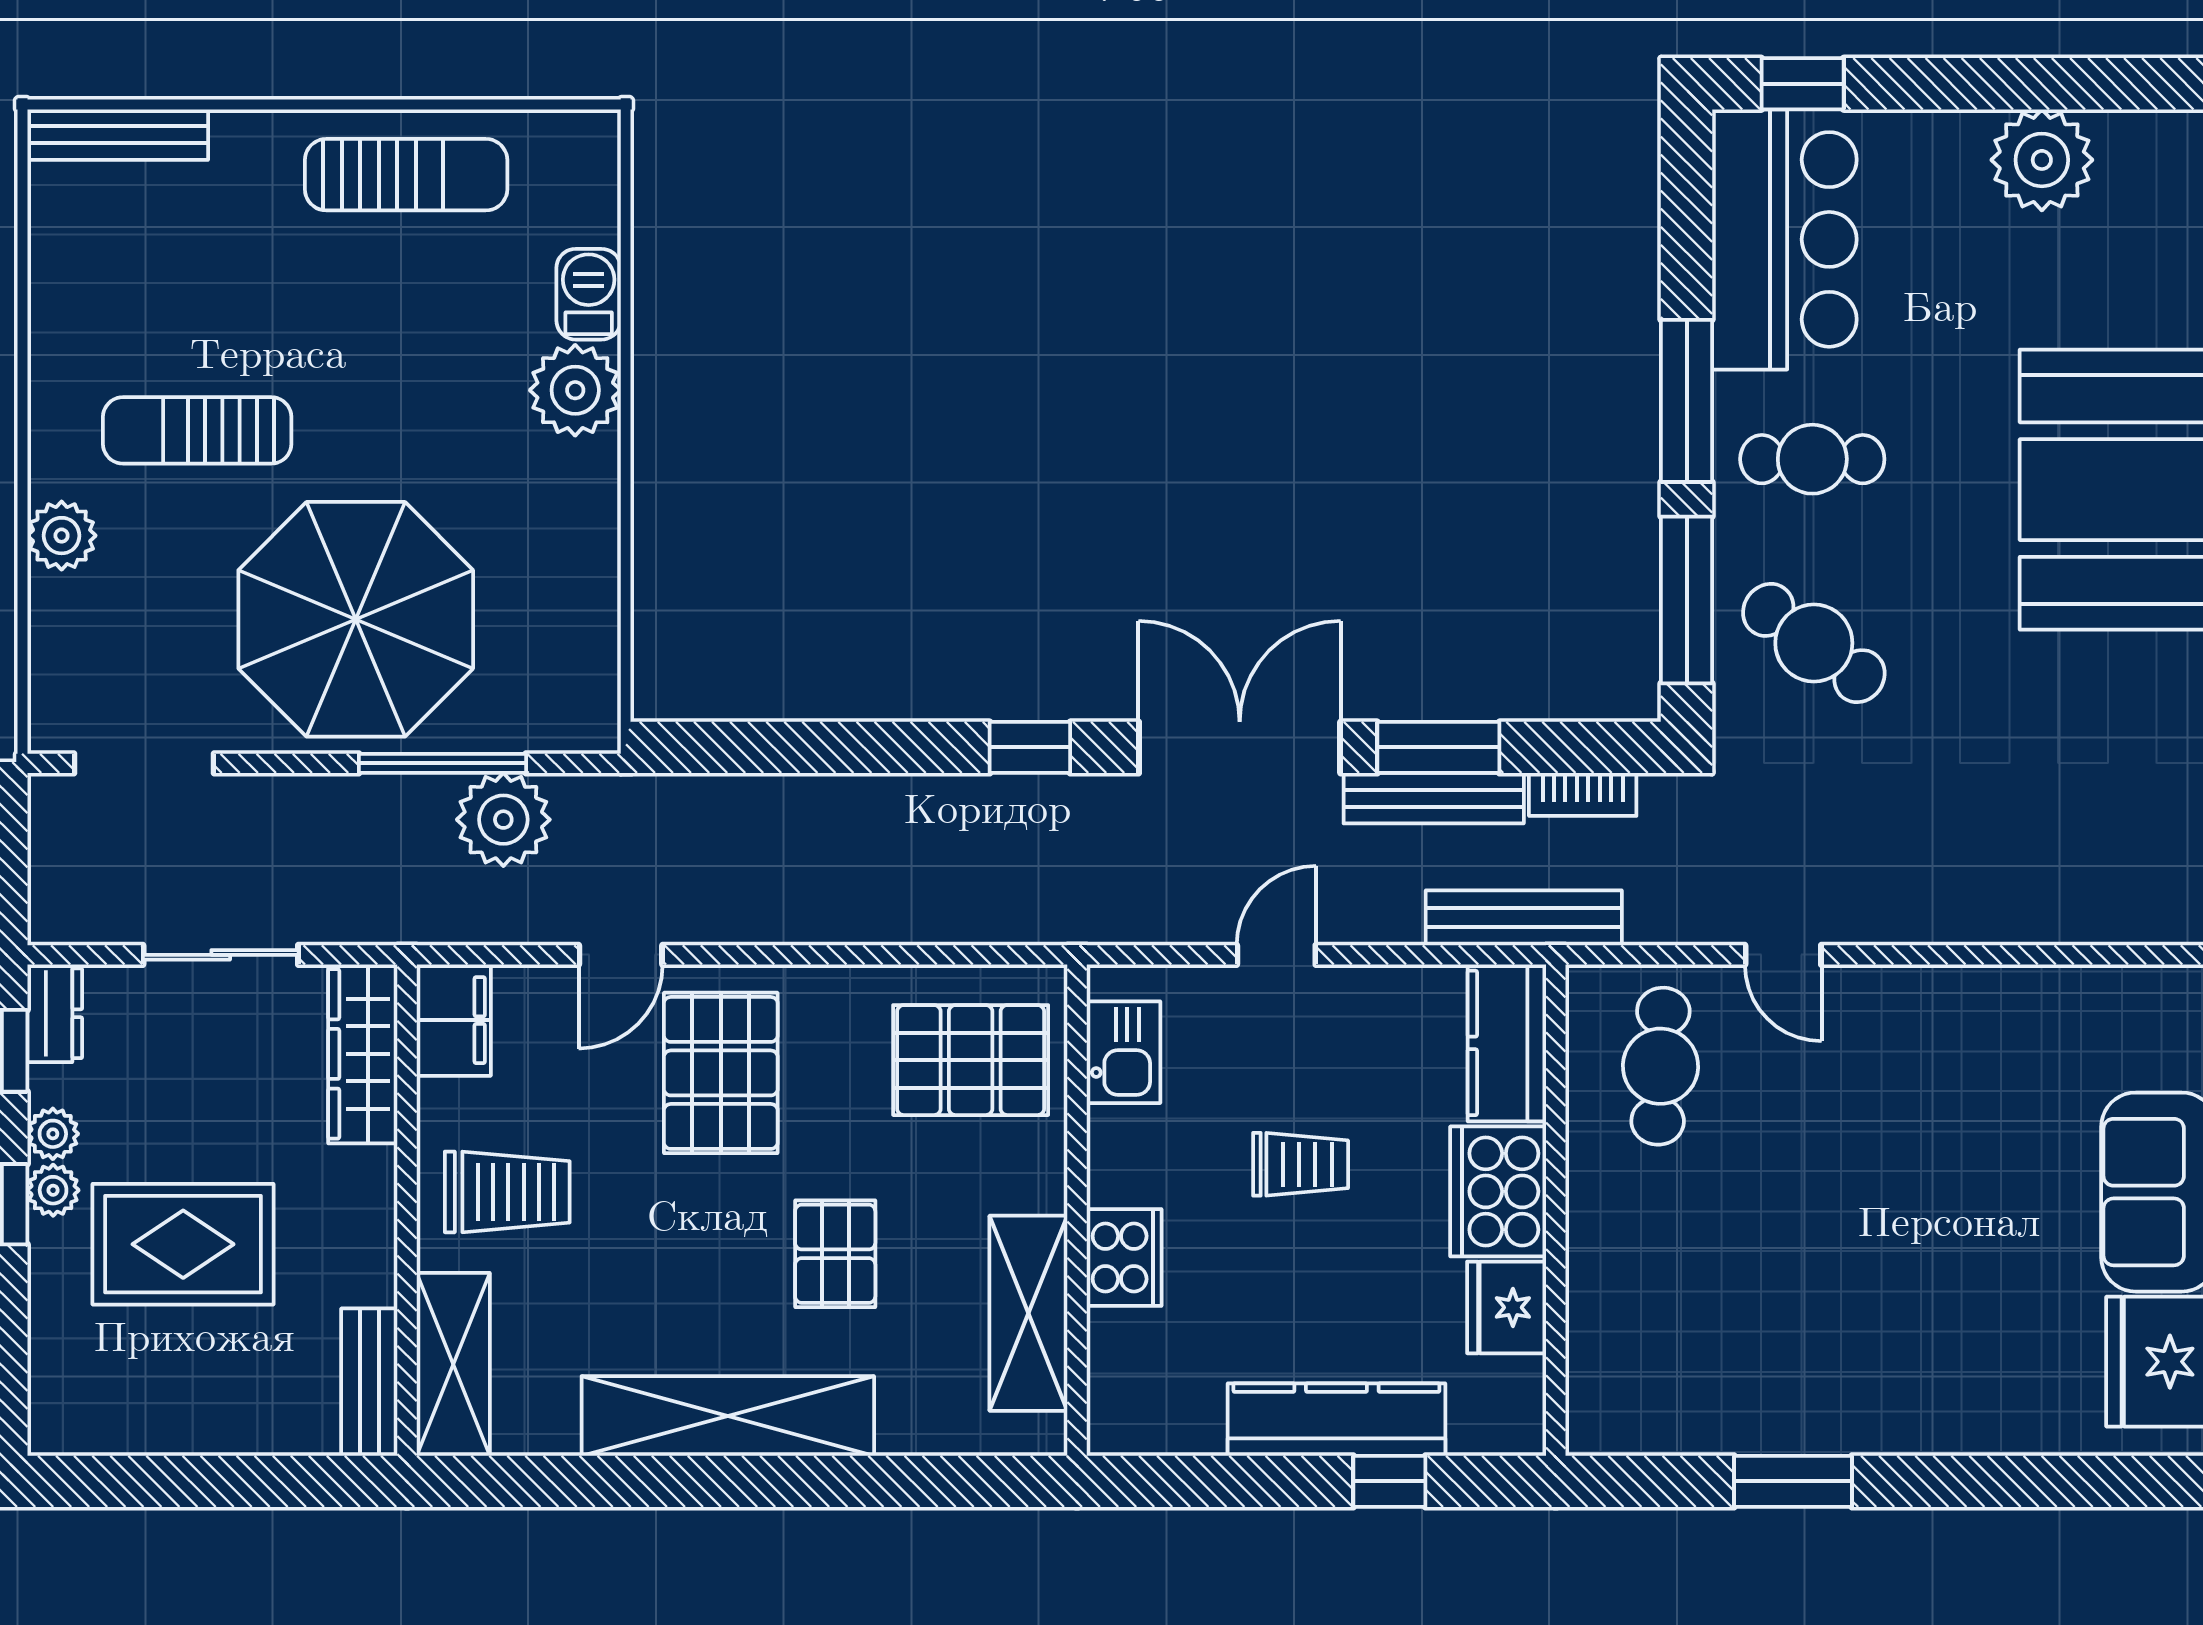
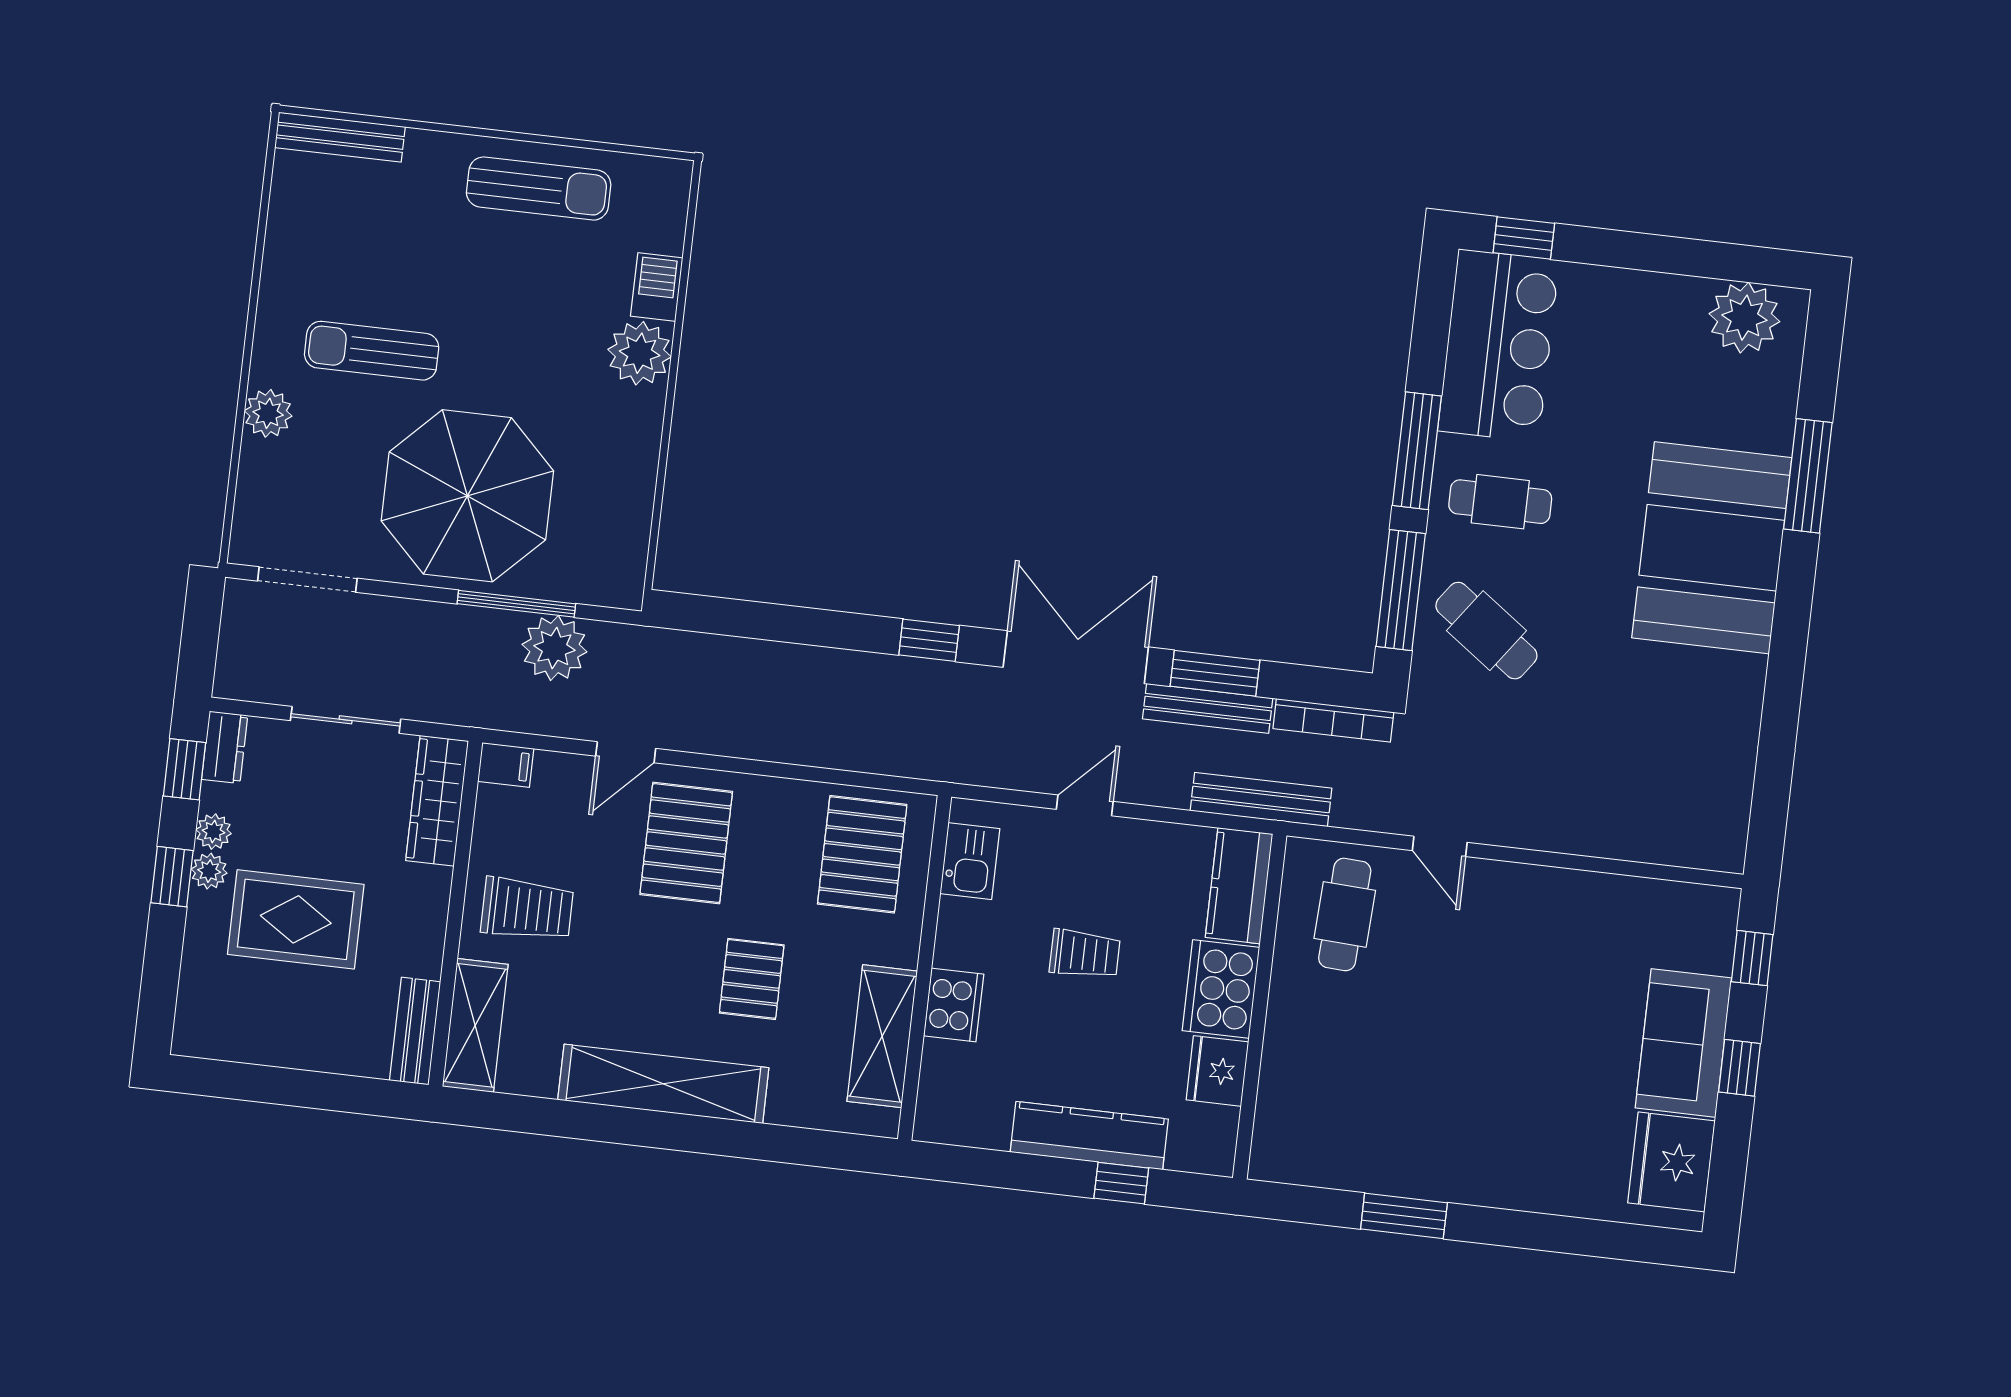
plant: (2042, 160) -> (1744, 318), moved
bookcase: (1583, 794) -> (1333, 720), width x1.56
filing cabinet: (454, 1020) -> (506, 765), width x0.50
pallet: (971, 1060) -> (862, 854), turned 90

